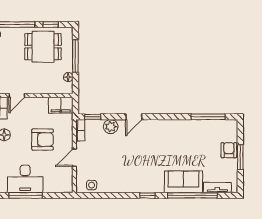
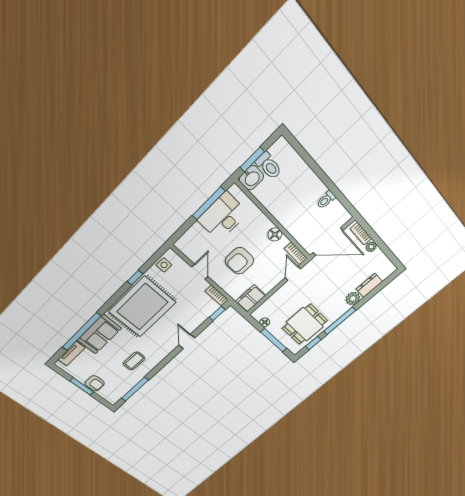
plant: (111, 127) -> (196, 320), removed
coffee table: (184, 139) -> (134, 361), added
rug: (135, 172) -> (142, 307), added
window: (147, 195) -> (135, 278), moved

